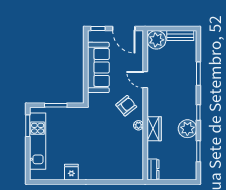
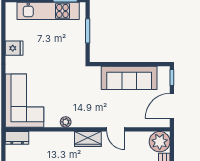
door: (145, 80) -> (116, 129), swing flipped
armchair: (126, 106) -> (87, 108), removed
wardrobe: (154, 129) -> (88, 139), moved
corner sofa: (119, 163) -> (24, 101), added

